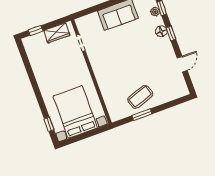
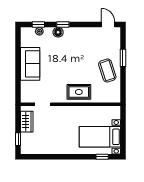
door: (182, 64) -> (108, 25), moved
rug: (107, 76) -> (79, 92), added
bed with nightstands: (75, 112) -> (100, 137), width x0.73
window: (142, 115) -> (123, 58), moved

